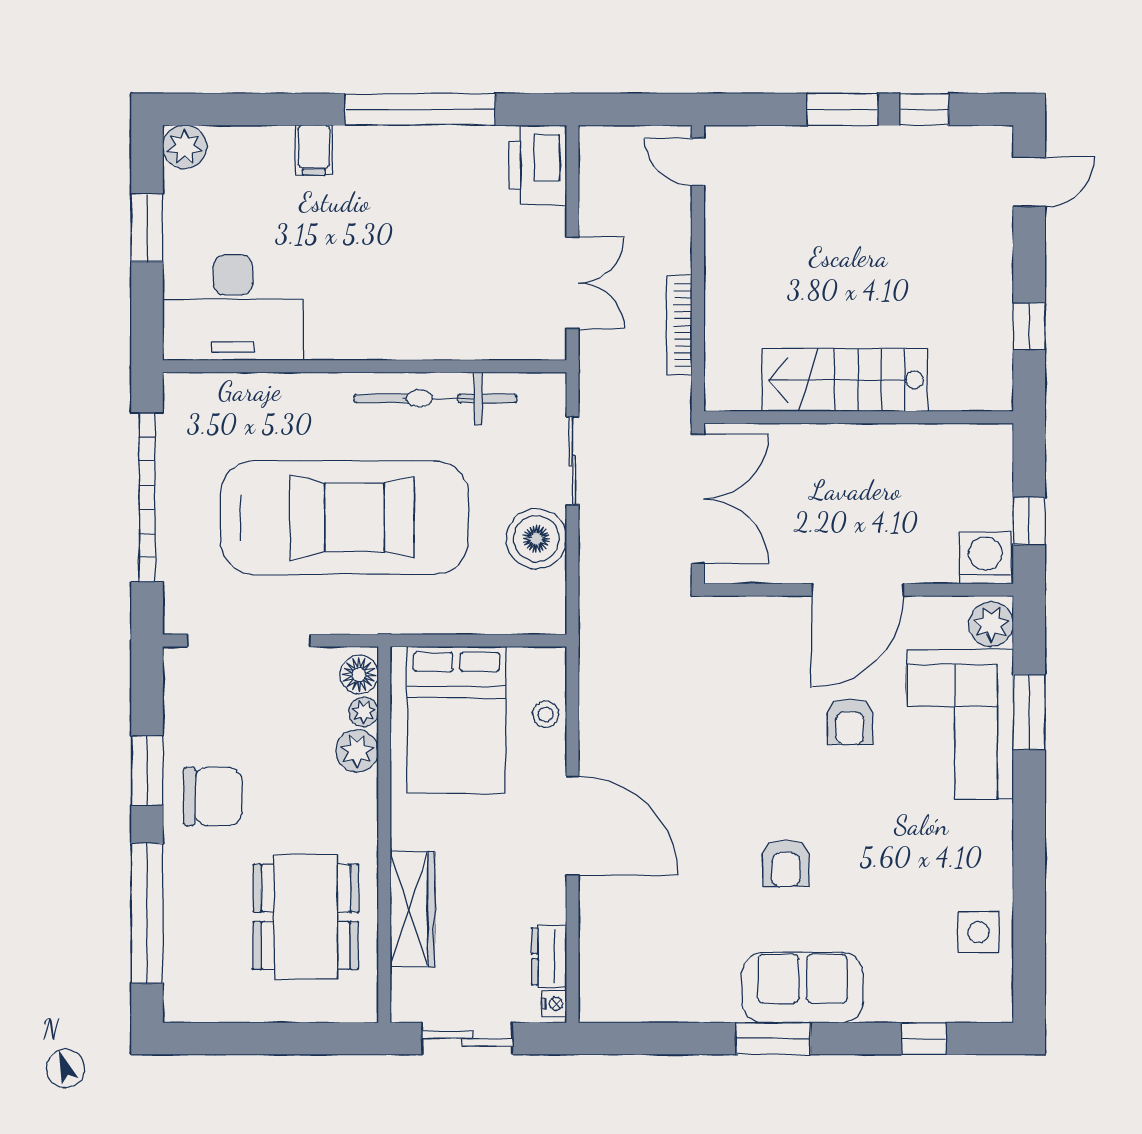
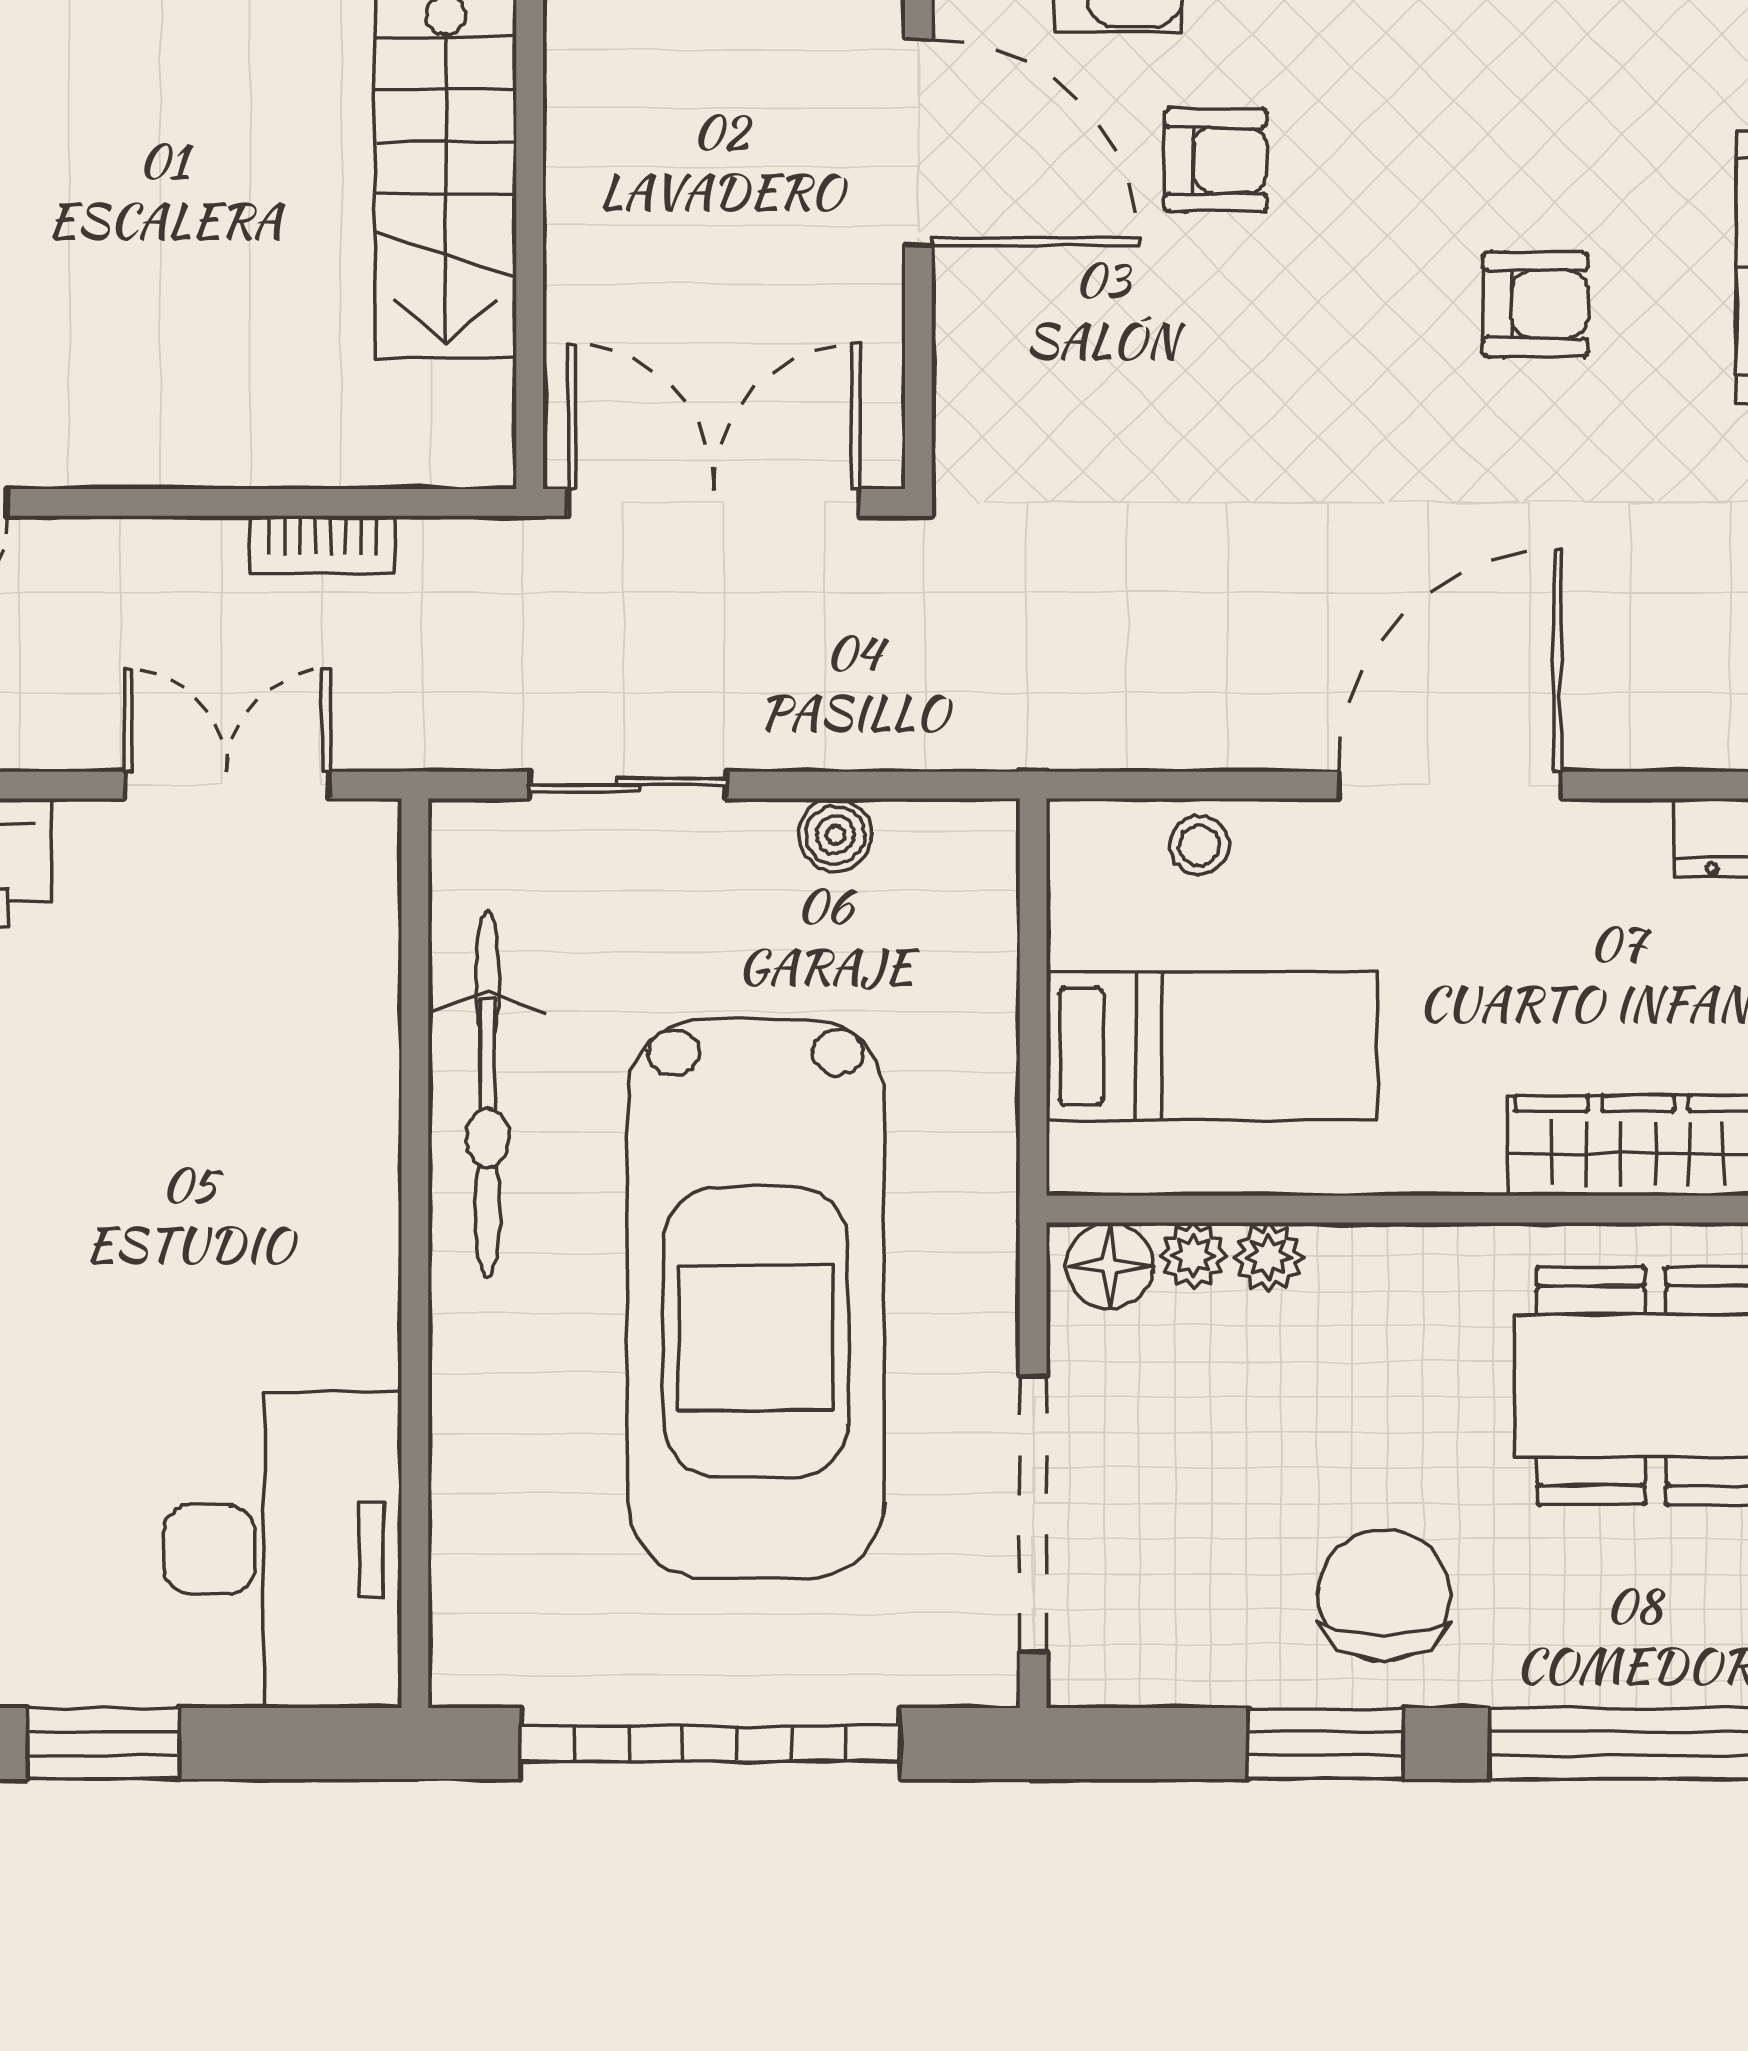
bookcase: (679, 325) -> (323, 545), width x0.64
car: (344, 518) -> (756, 1299), turned 180
boiler: (536, 539) -> (835, 835), width x0.54, depth x0.54
bed: (457, 720) -> (1212, 1046), width x0.67
plant: (357, 751) -> (1269, 1257), width x0.73, depth x0.73

